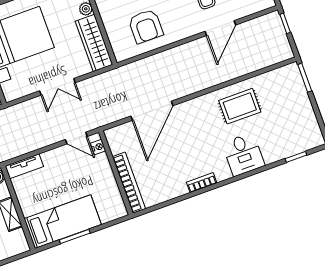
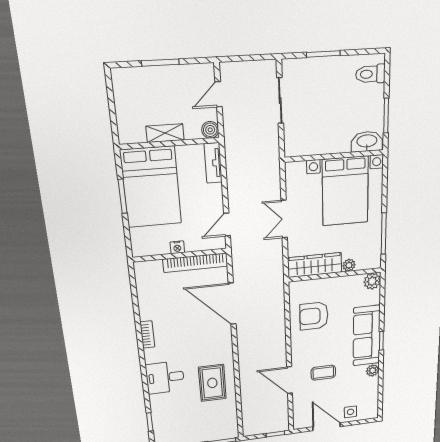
nightstand: (98, 147) -> (177, 247), moved
bookcase: (129, 183) -> (195, 263), moved
bed: (63, 222) -> (151, 187), width x1.50

